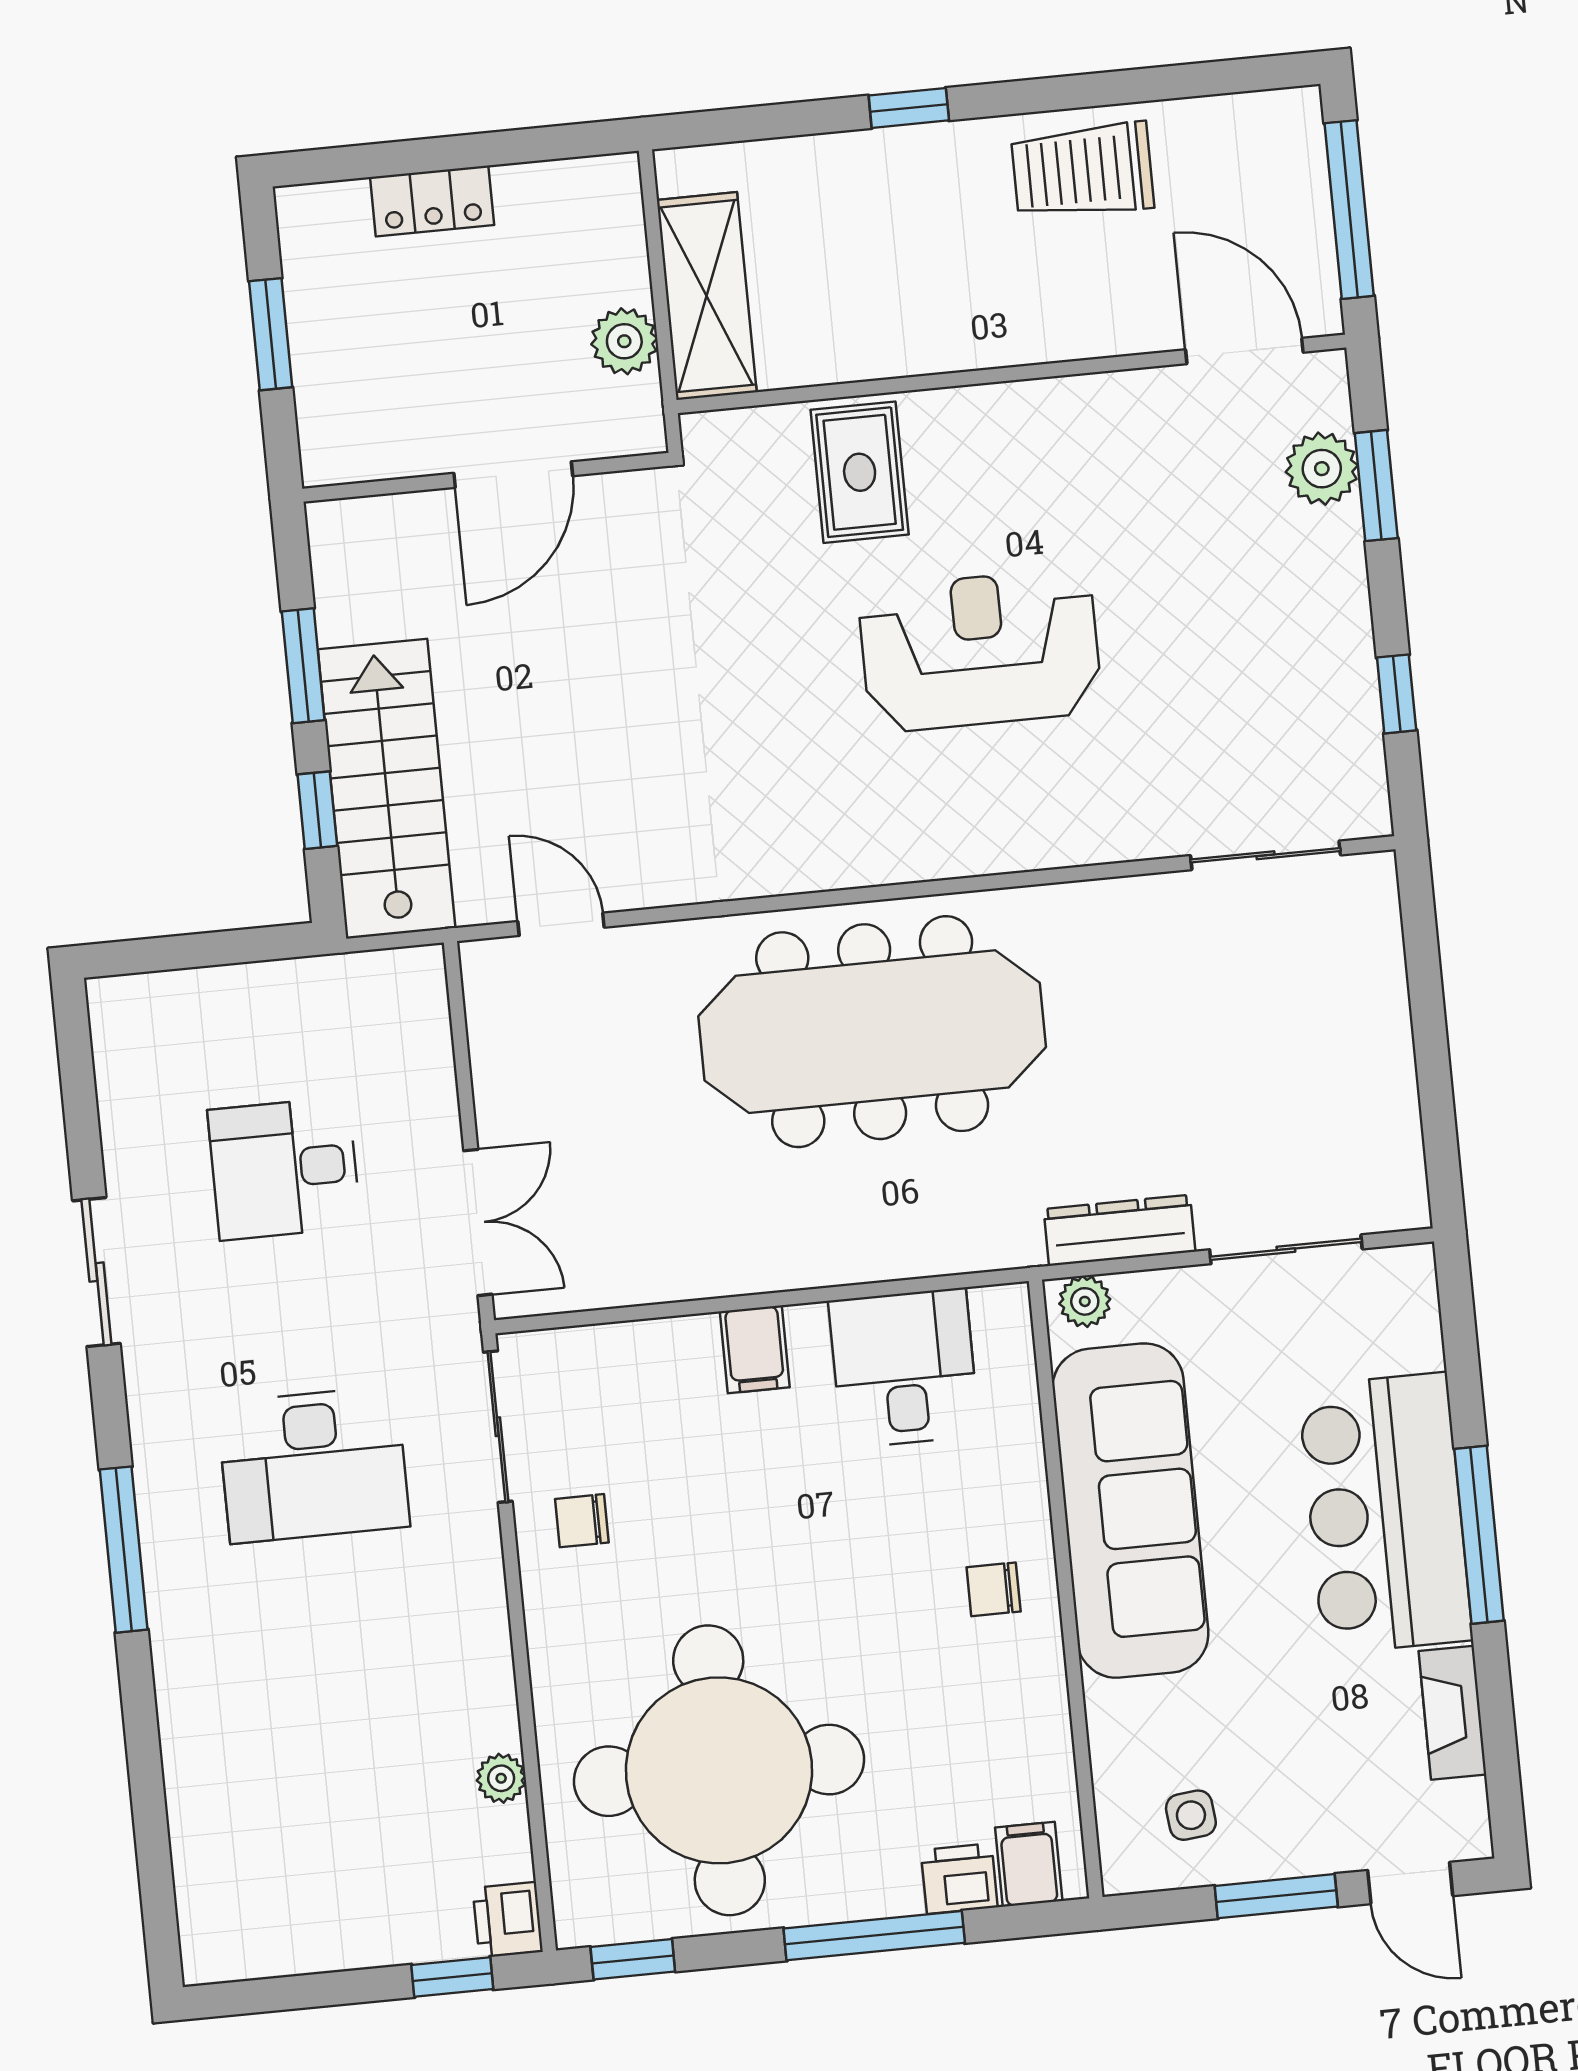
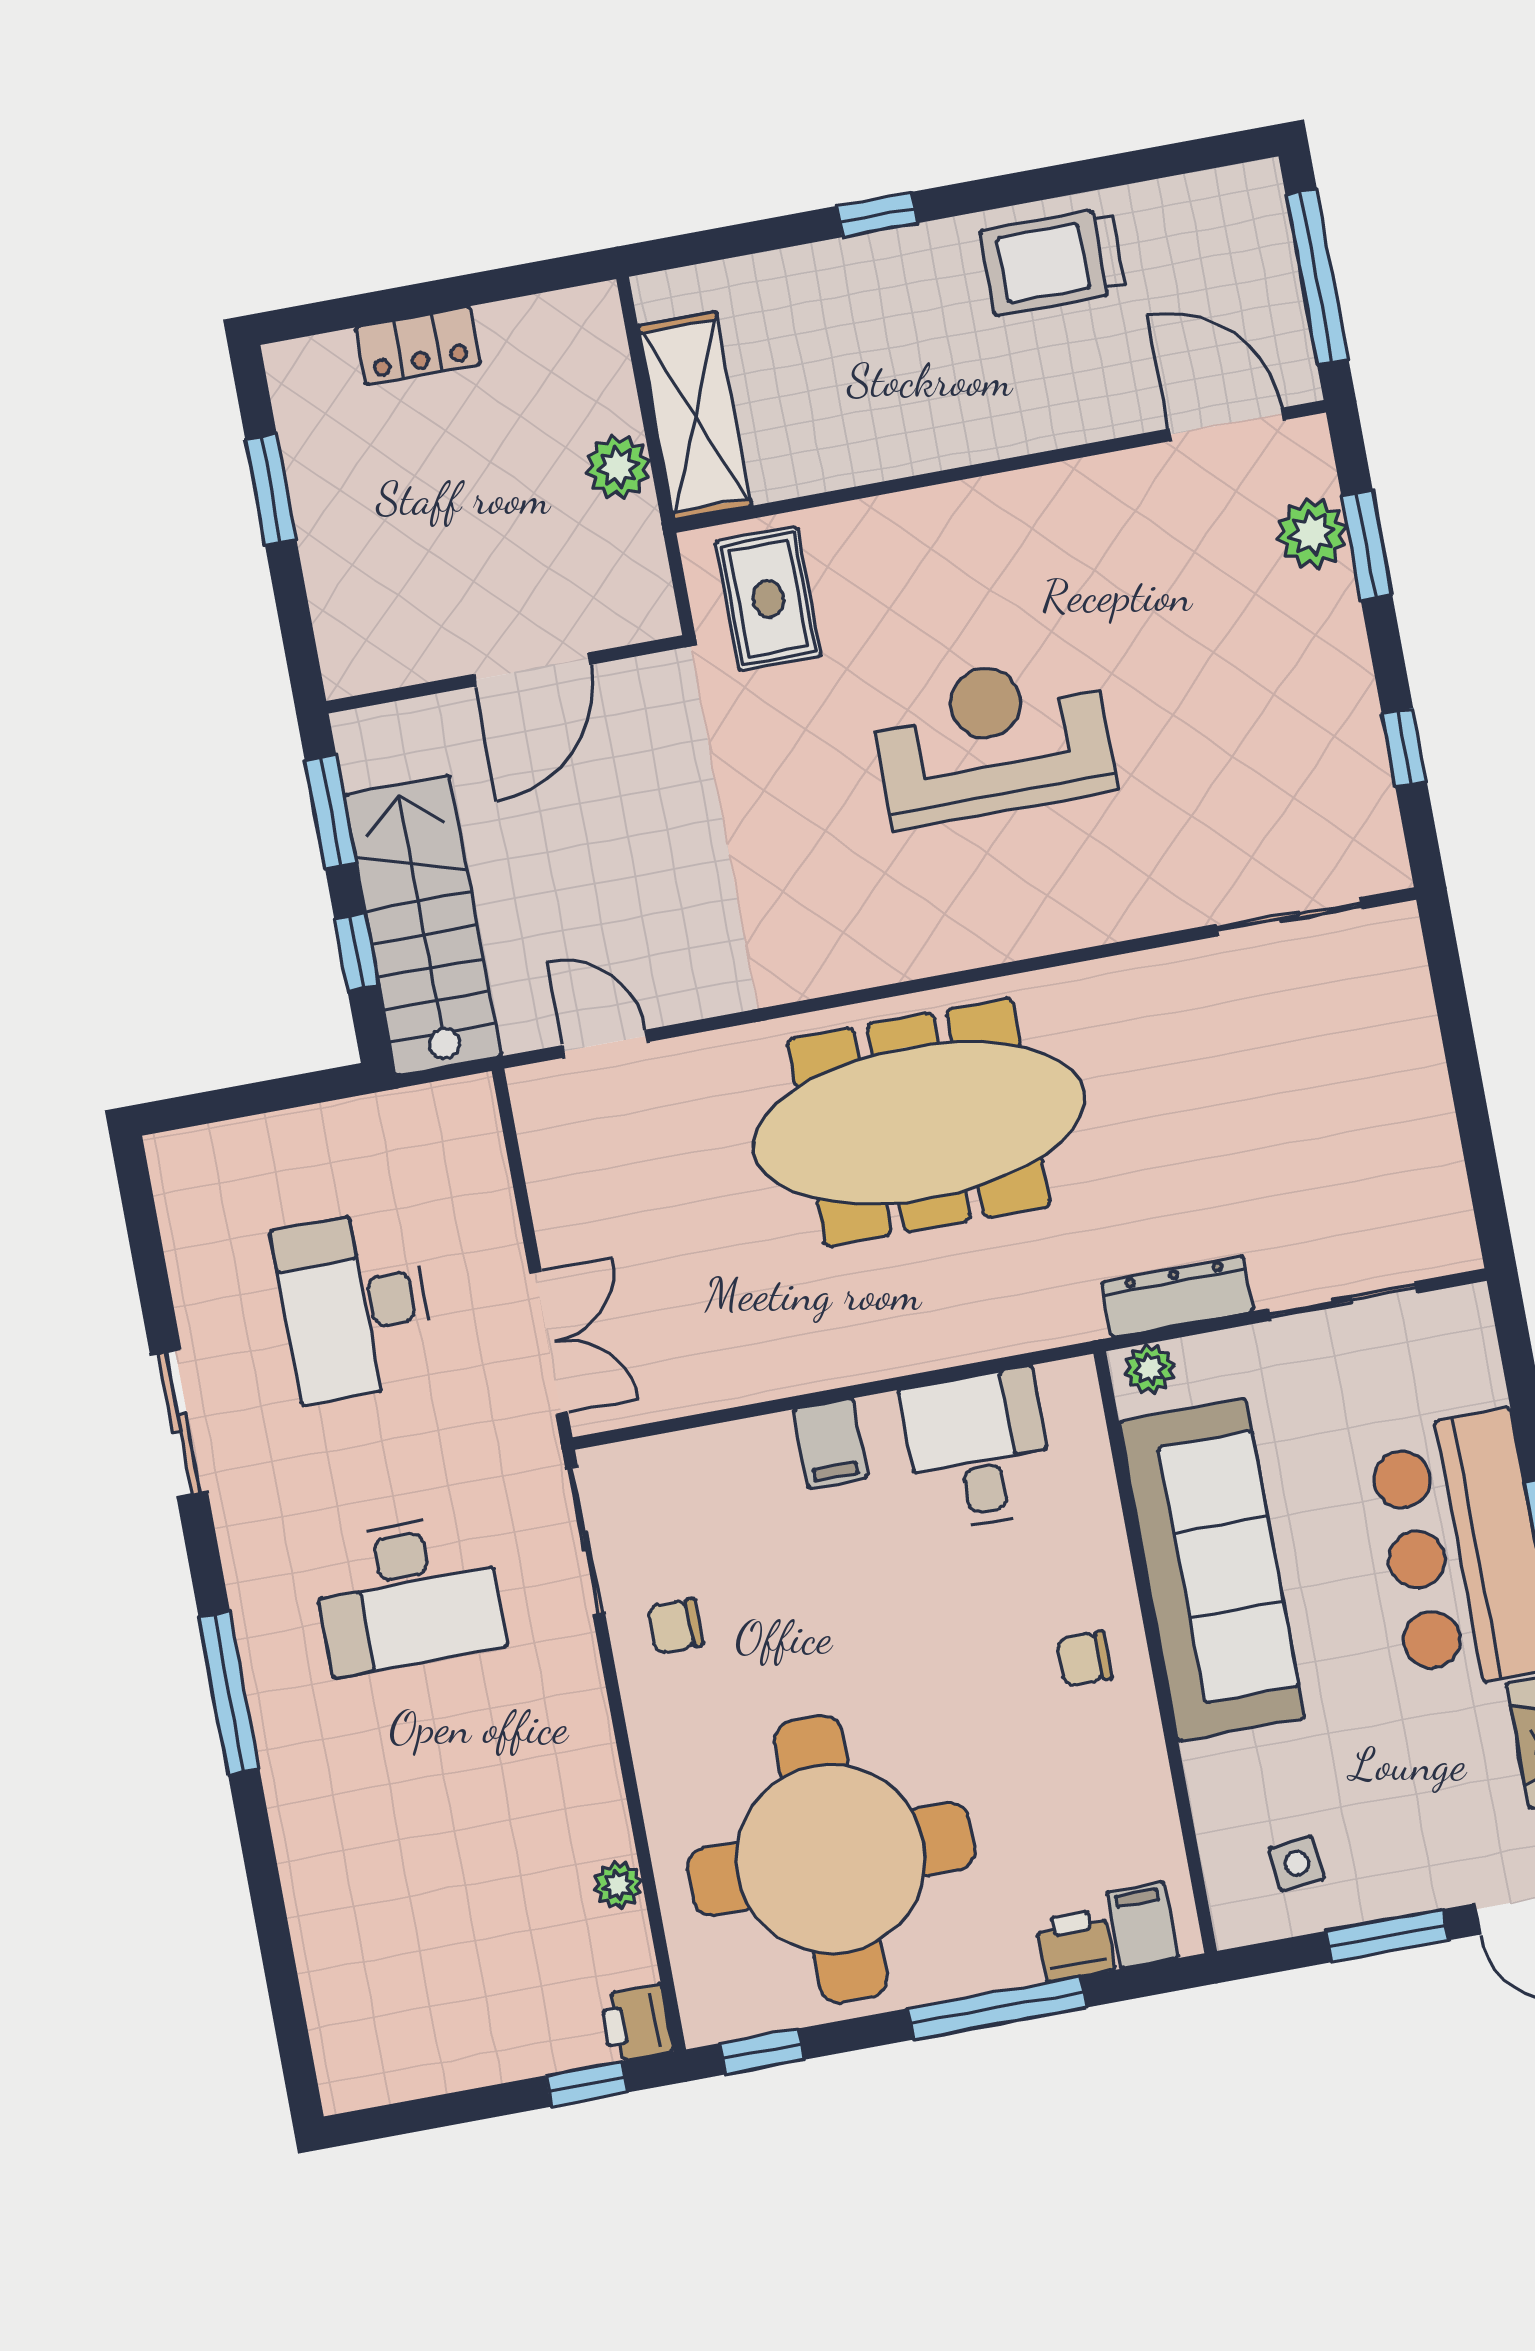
rug: (860, 472) -> (768, 599), moved
door: (513, 475) -> (532, 669), moved
wall: (486, 477) -> (505, 674), moved
desk: (284, 1168) -> (354, 1306), width x1.37

